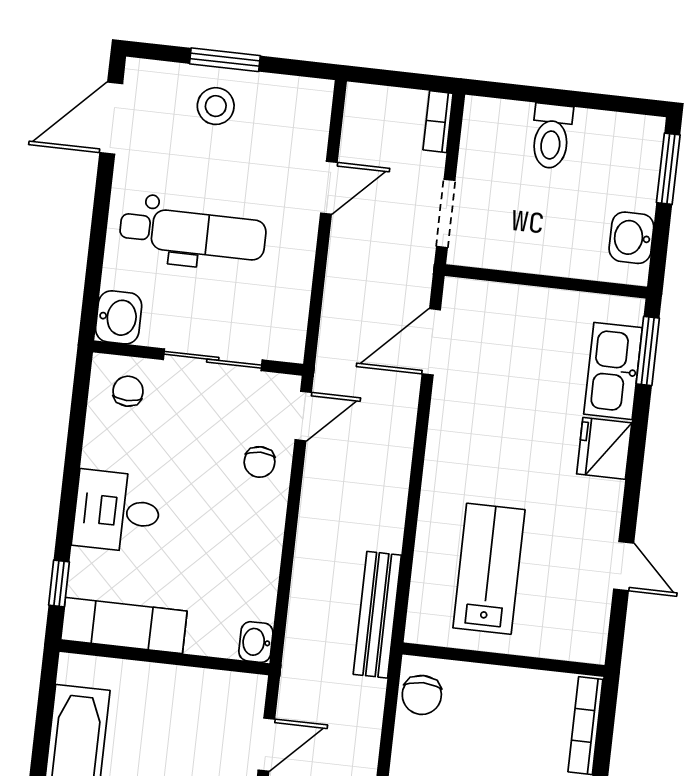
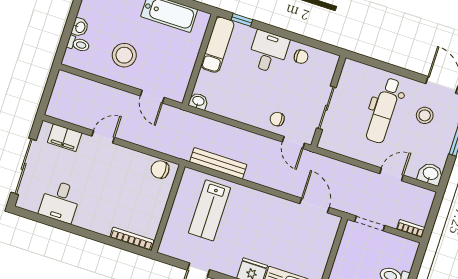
stool: (216, 106) -> (425, 115), moved
door: (329, 188) -> (392, 174), swing flipped
washbasin: (119, 317) -> (430, 174), moved, turned 180
chair: (128, 391) -> (301, 57), moved
lab bench: (489, 569) -> (209, 210), turned 90
bench: (377, 615) -> (218, 163), moved

